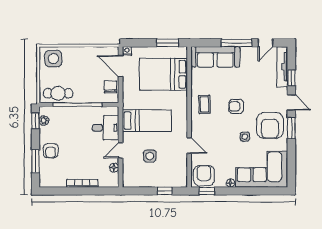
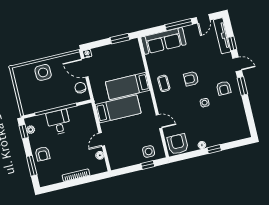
side table: (53, 59) -> (43, 72), moved
bed: (163, 74) -> (128, 86), moved, width x0.67
cafe table: (58, 93) -> (37, 104), removed
armchair: (270, 126) -> (224, 88), width x0.53, depth x0.53
desk: (106, 128) -> (58, 122), moved, turned -90
side table: (150, 156) -> (149, 151), moved
corner sofa: (261, 169) -> (225, 127), removed
window: (207, 191) -> (214, 149), moved

